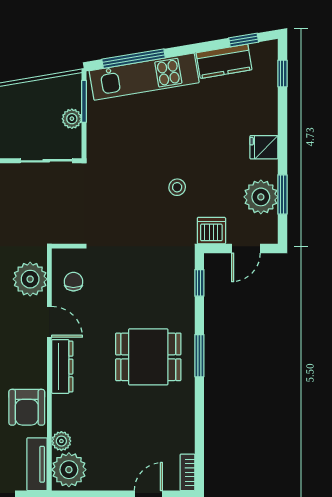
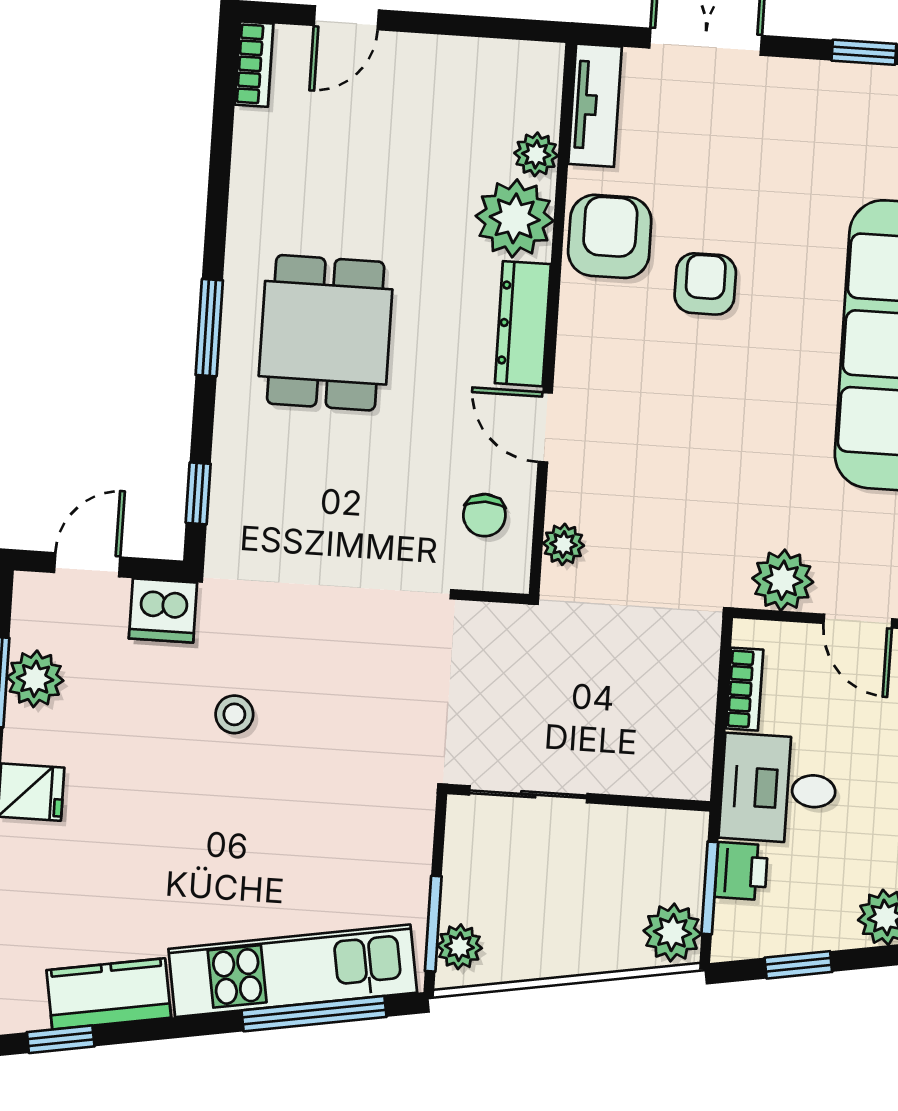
plant: (72, 119) -> (459, 947), moved
plant: (261, 197) -> (35, 679), width x0.73, depth x0.73
plant: (30, 279) -> (563, 544), width x0.53, depth x0.53
dining table: (148, 357) -> (326, 333), turned 90
plant: (69, 470) -> (515, 218), moved

